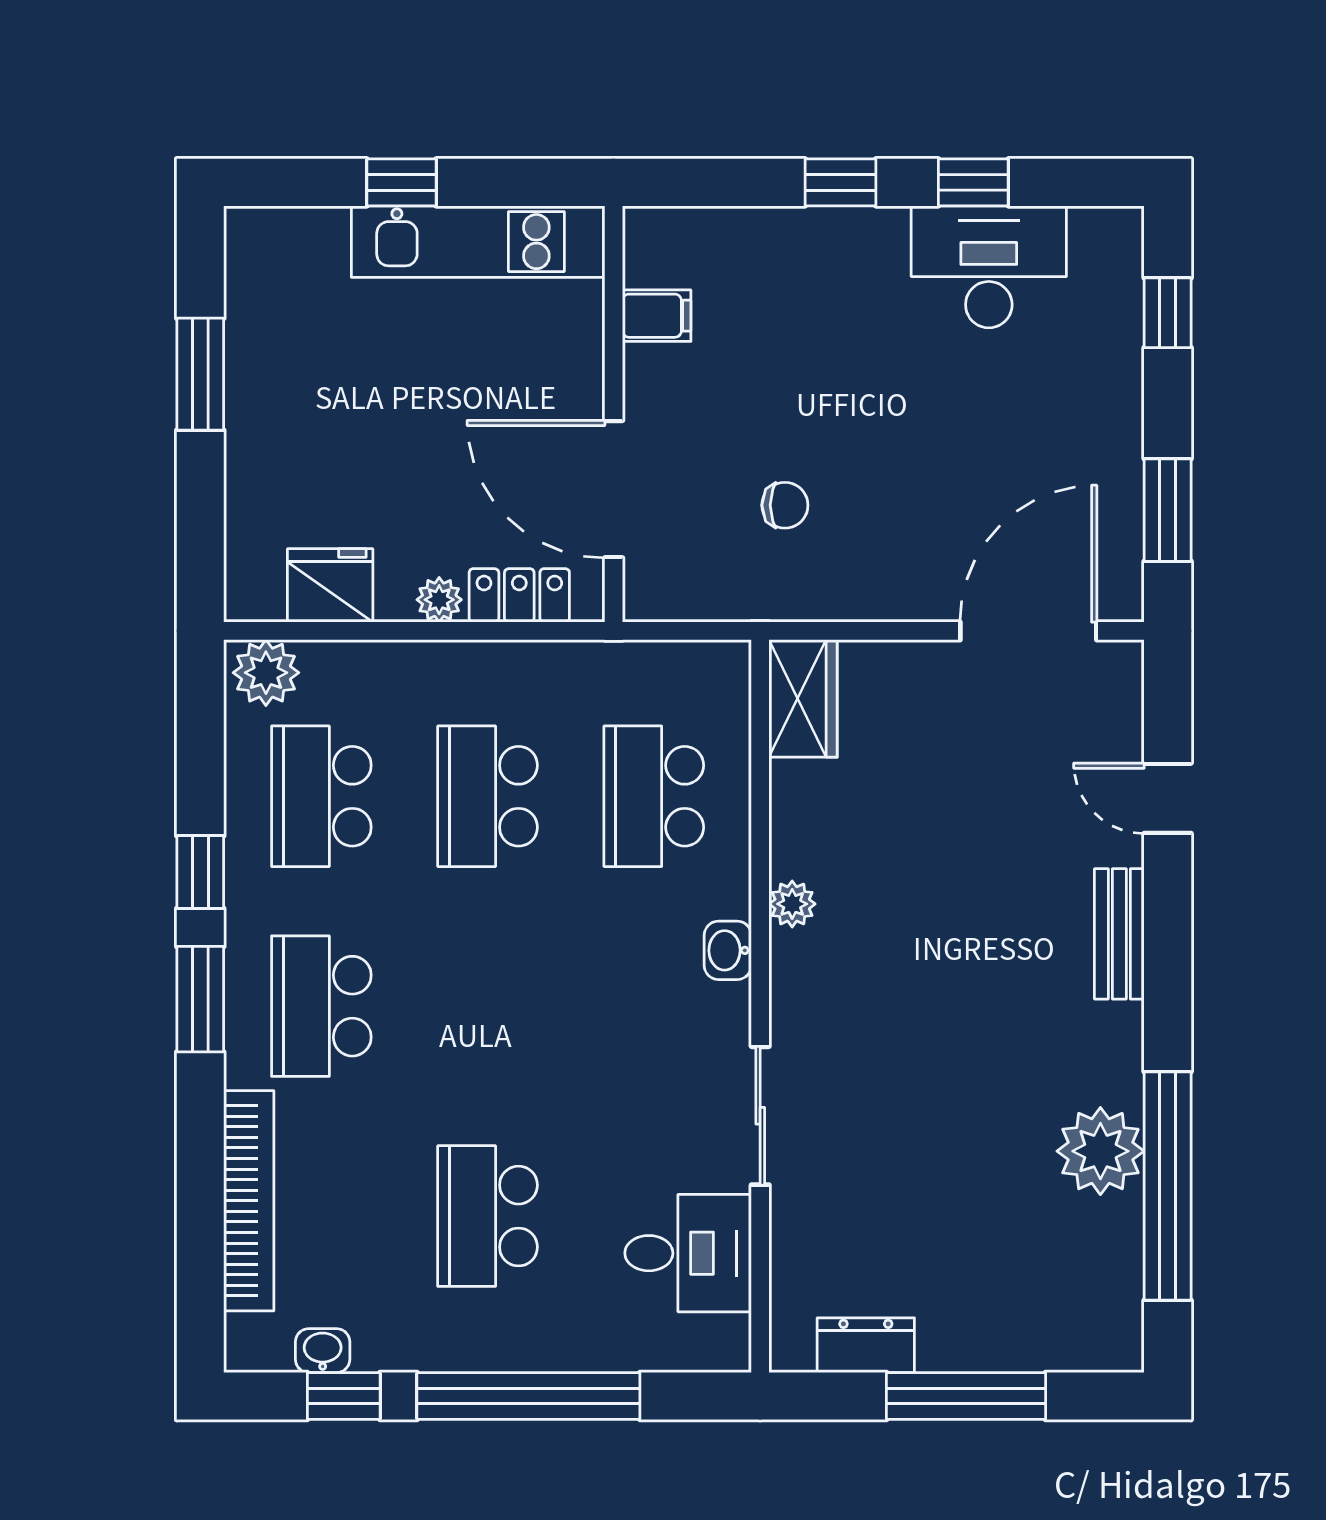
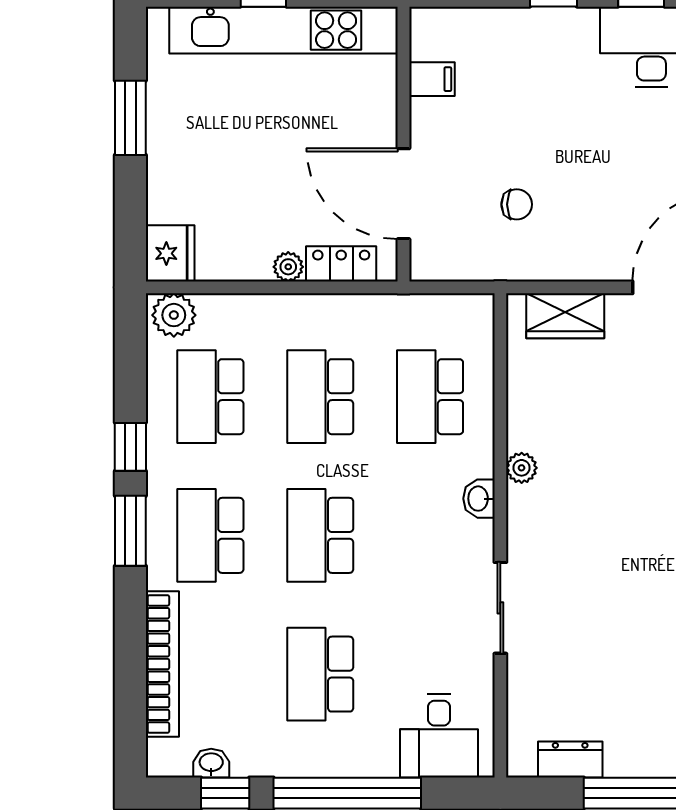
kitchen unit: (478, 242) -> (283, 30), width x1.36
fridge: (330, 585) -> (170, 253), moved, turned 90
wardrobe: (803, 698) -> (565, 316), moved, turned 90
school desk: (488, 1006) -> (320, 535), added
desk: (688, 1253) -> (439, 736), moved, turned 90

